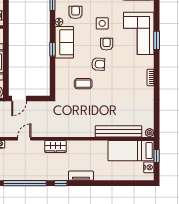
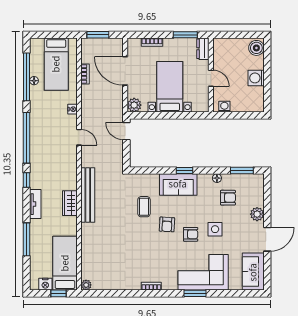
sofa: (64, 42) -> (178, 184), moved
bench: (119, 131) -> (88, 195), moved
wardrobe: (56, 146) -> (70, 203), moved
window: (111, 183) -> (27, 239), added

